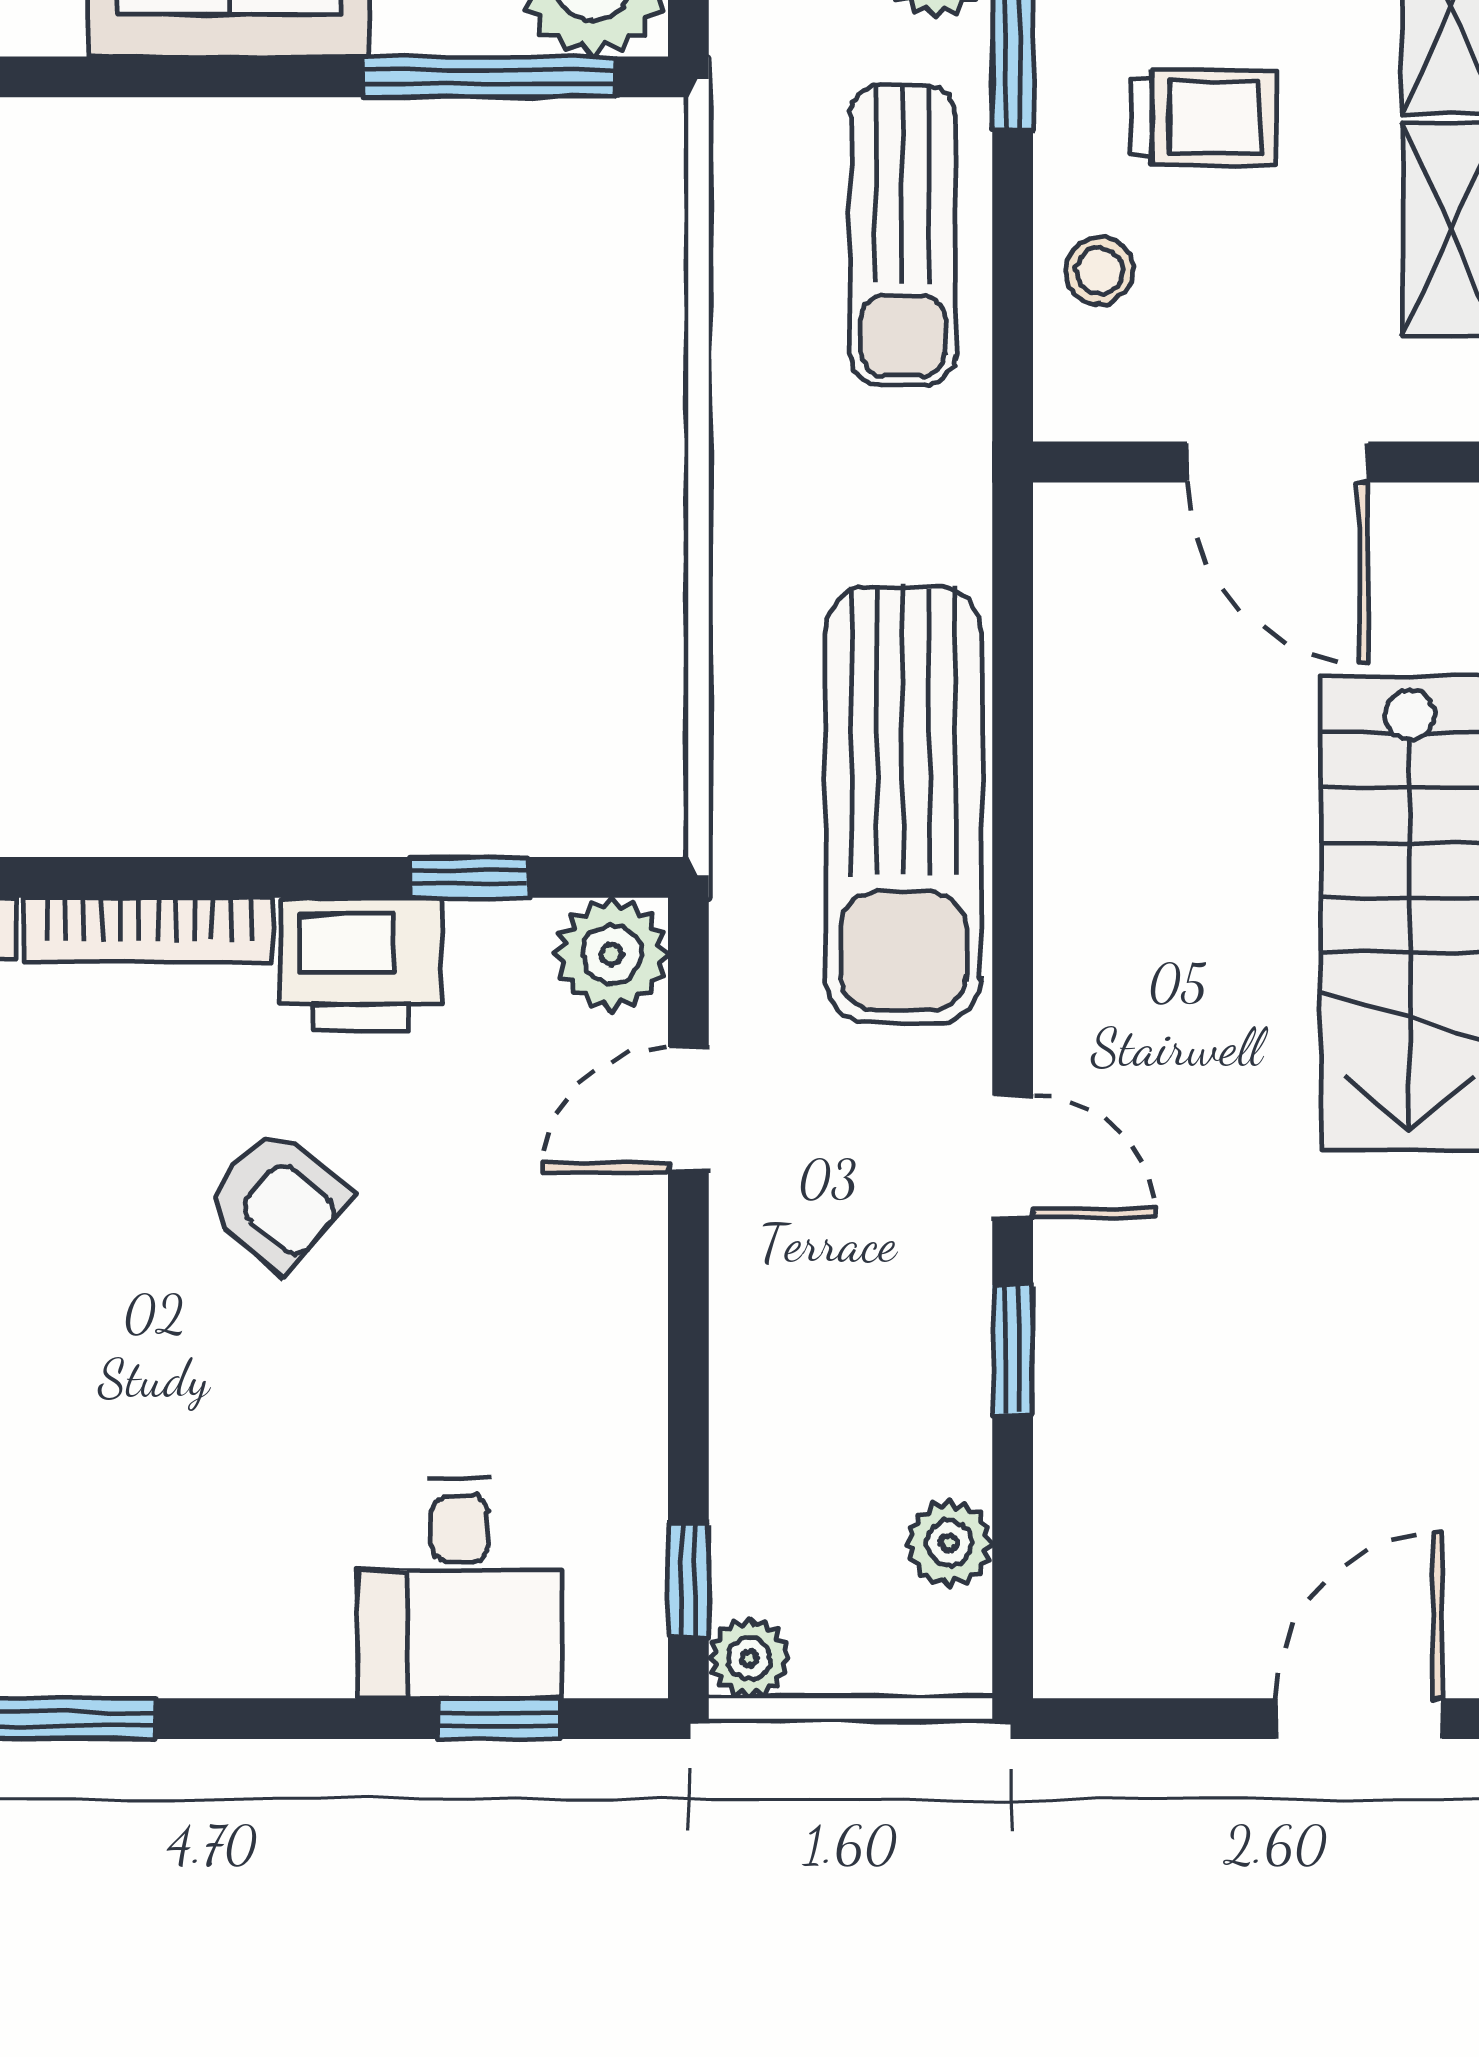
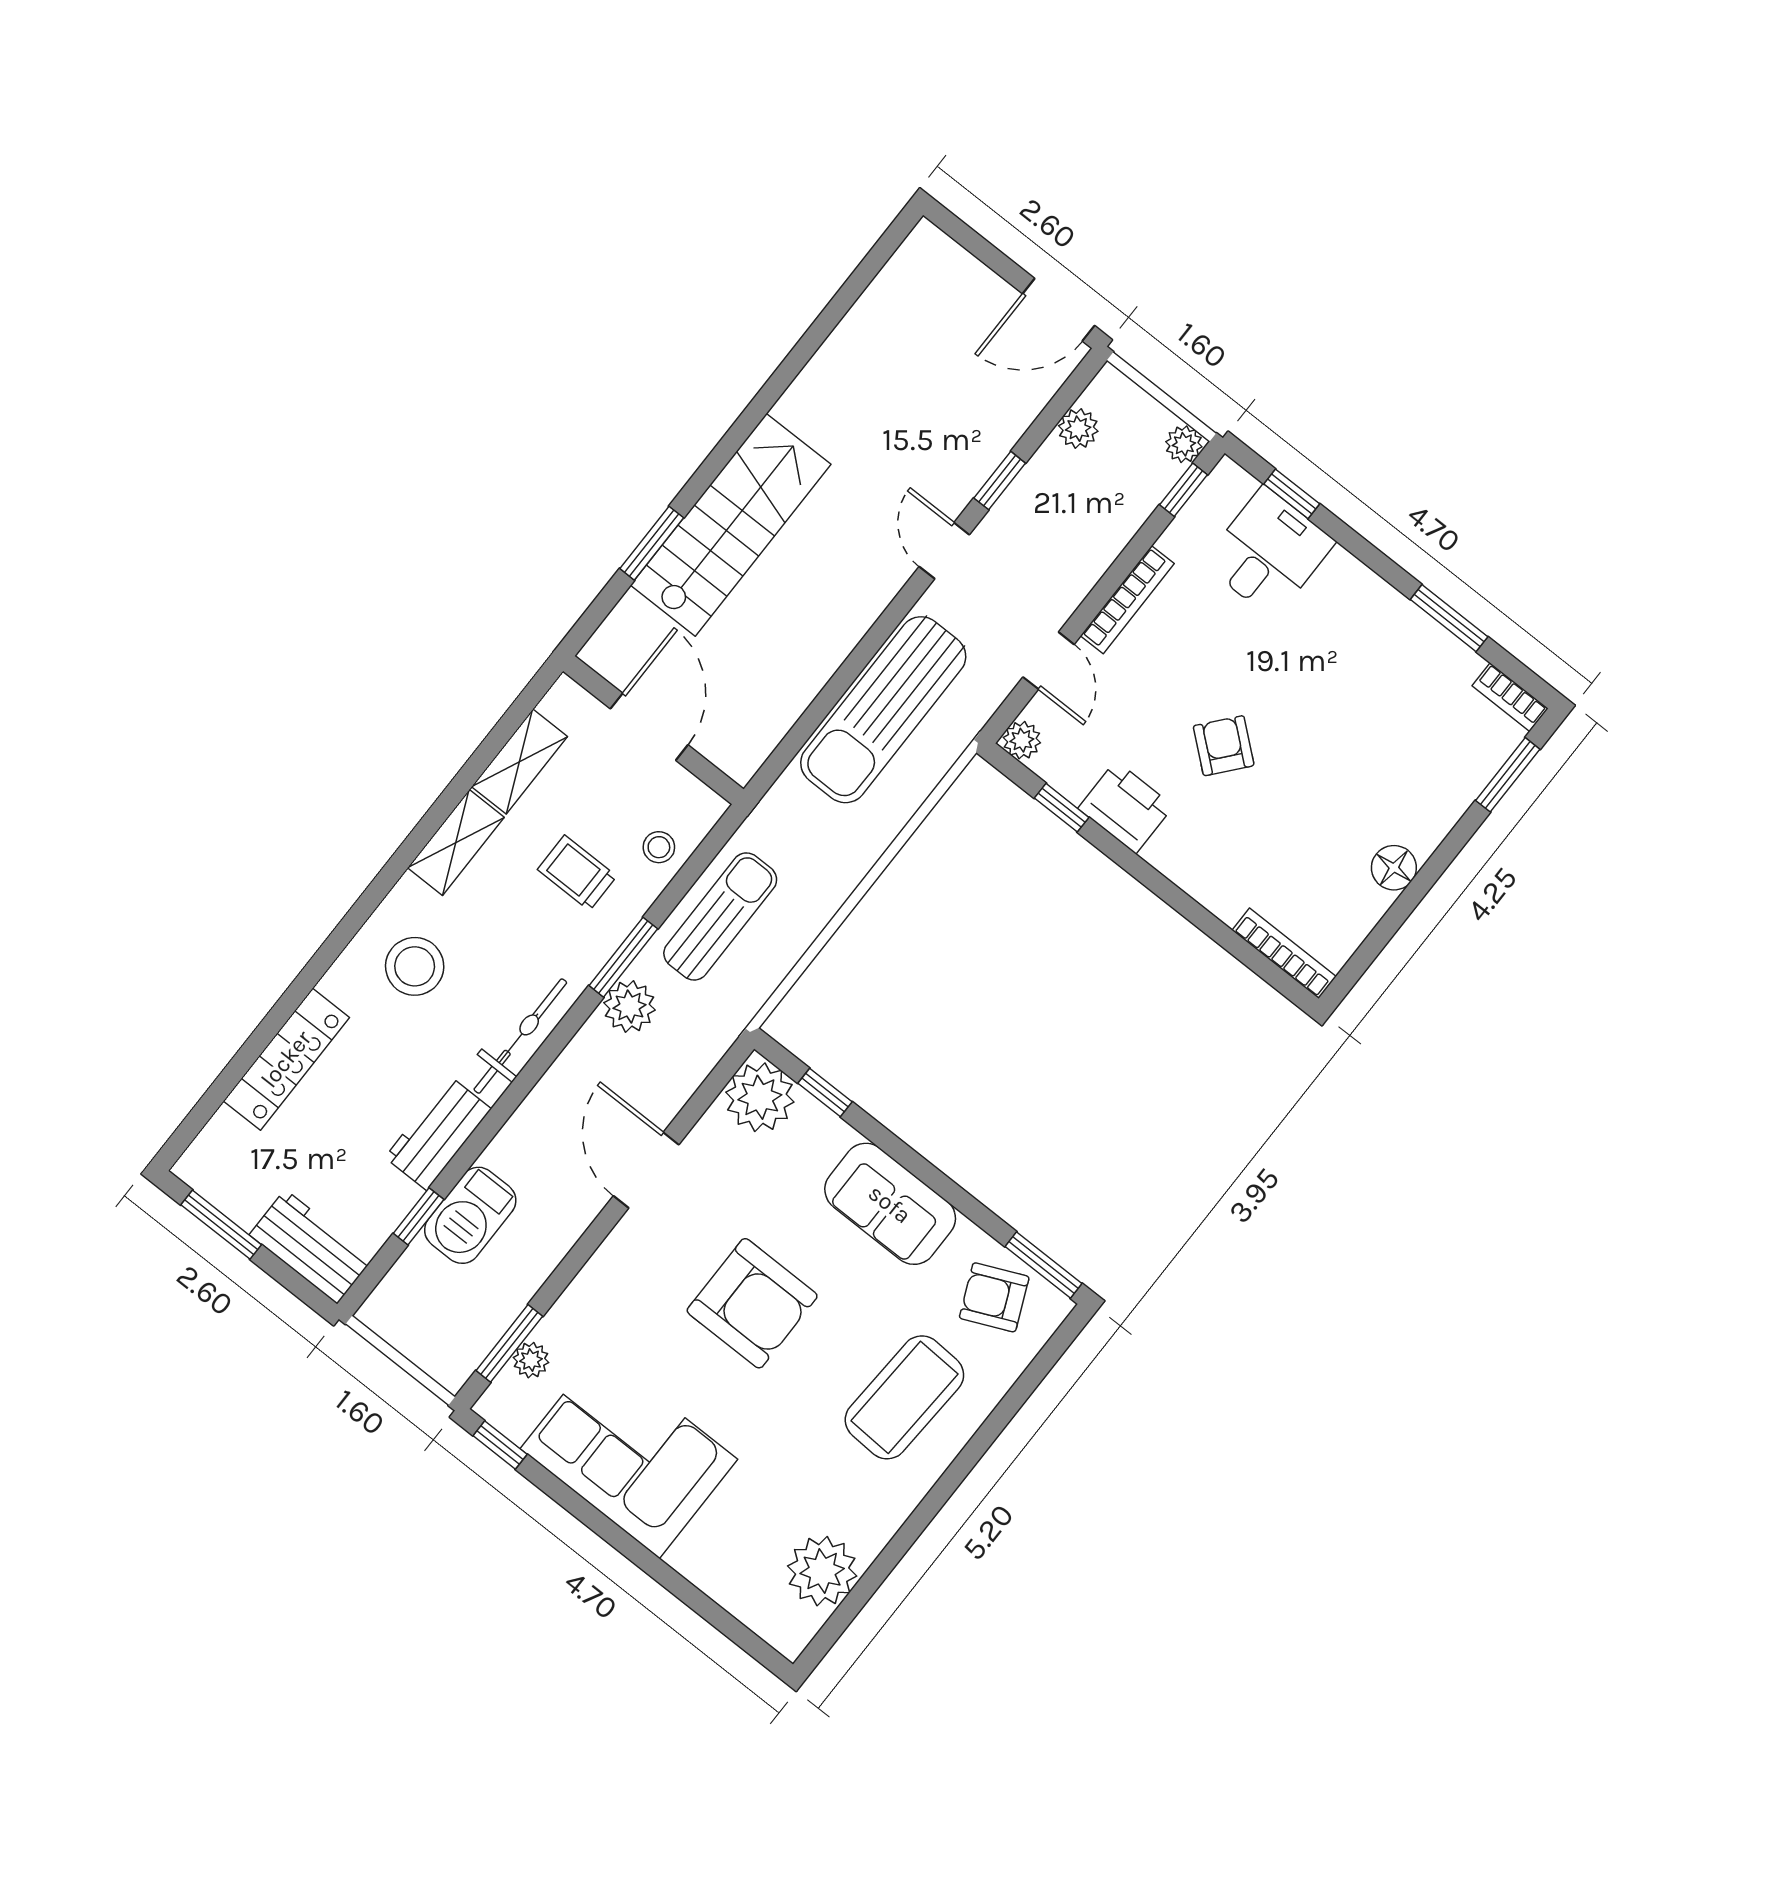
window: (489, 77) -> (825, 1093), width x0.46
sun lounger: (903, 805) -> (883, 710), turned 180
bookcase: (148, 930) -> (1127, 600), moved, turned 90
plant: (612, 954) -> (1022, 740), width x0.73, depth x0.73
door: (688, 1109) -> (1049, 661), hinge flipped
door: (1359, 1719) -> (1059, 310), moved

